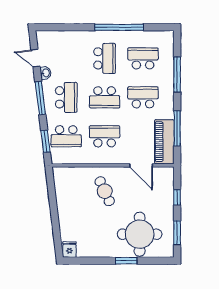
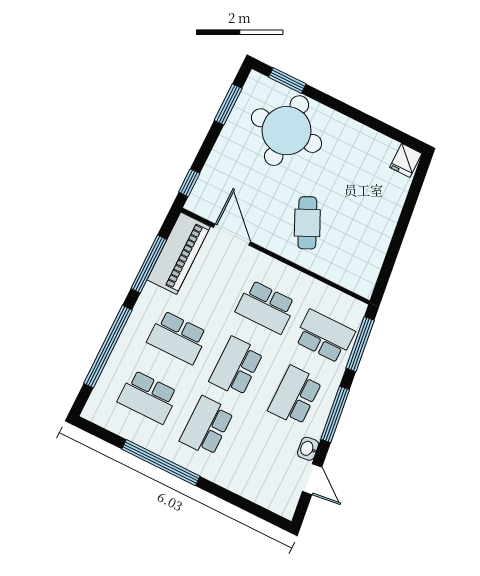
window: (177, 74) -> (108, 347), width x1.46
school desk: (105, 97) -> (236, 367), turned -90
window: (46, 141) -> (360, 344), width x1.44
window: (177, 197) -> (189, 183), moved
window: (126, 261) -> (287, 81), moved

